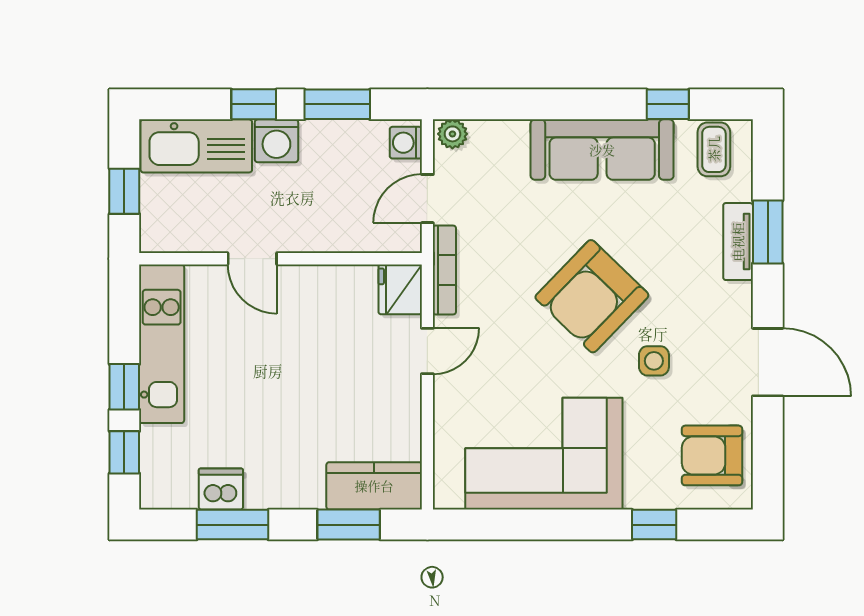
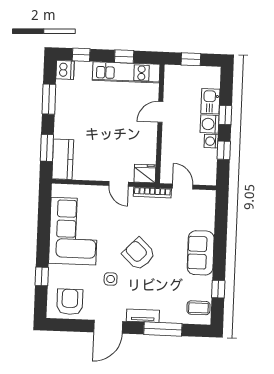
window: (337, 104) -> (224, 150), width x0.67
plant: (452, 134) -> (209, 198), removed
washing machine: (406, 143) -> (211, 141), moved, turned -90
kitchen sink: (196, 146) -> (210, 101), width x0.53, depth x0.81
sofa: (602, 150) -> (201, 253), width x0.73
window: (768, 232) -> (163, 329), width x1.44
tv unit: (738, 242) -> (143, 316), moved
armchair: (592, 296) -> (139, 254), width x0.73, depth x0.73
window: (124, 387) -> (124, 57), moved
dishwasher: (221, 489) -> (65, 70), moved

